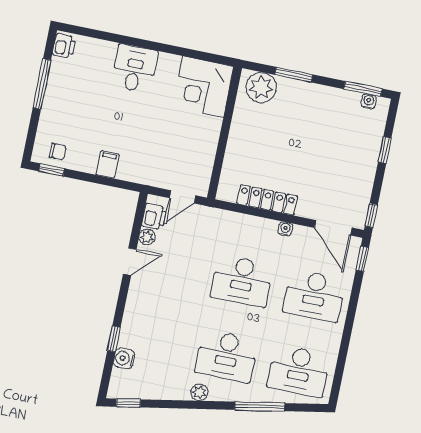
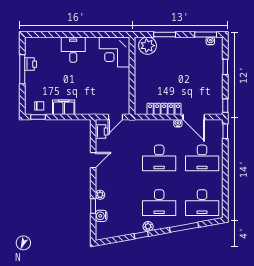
printer: (64, 46) -> (31, 64), moved
filing cabinet: (108, 164) -> (64, 107), width x2.00
door: (333, 228) -> (194, 117), moved
plant: (147, 237) -> (100, 195), moved
window: (128, 403) -> (141, 235), moved

